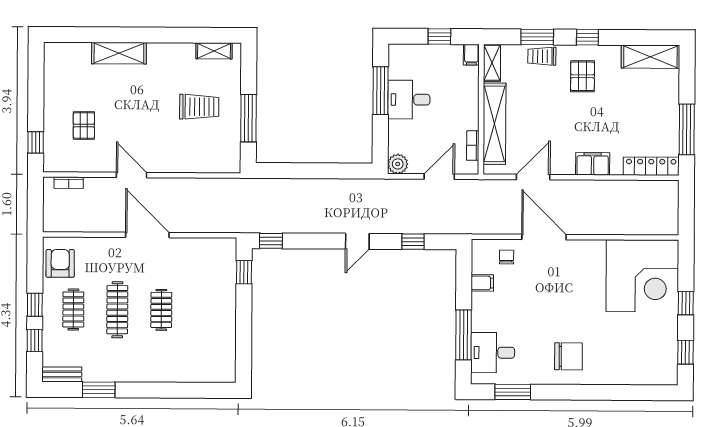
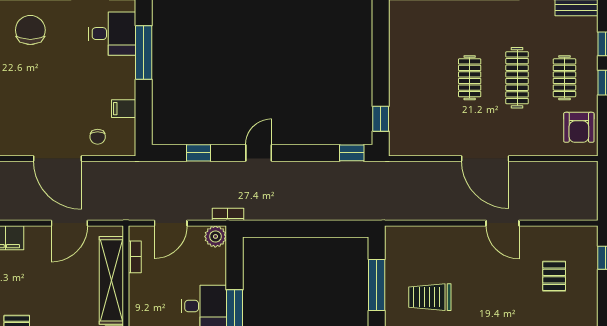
bookcase: (69, 183) -> (228, 214), moved
chair: (568, 356) -> (30, 30), turned 90

